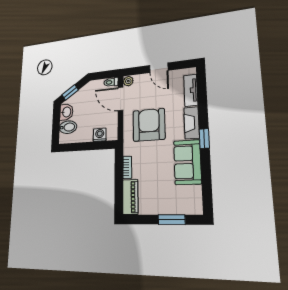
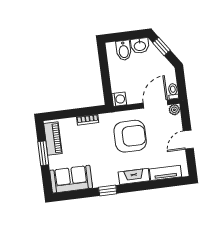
washing machine: (100, 135) -> (119, 99), moved
window: (204, 138) -> (108, 190), moved
sofa: (187, 162) -> (71, 179), moved
piano: (130, 197) -> (53, 139), moved, turned -90
window: (172, 220) -> (43, 153), moved

